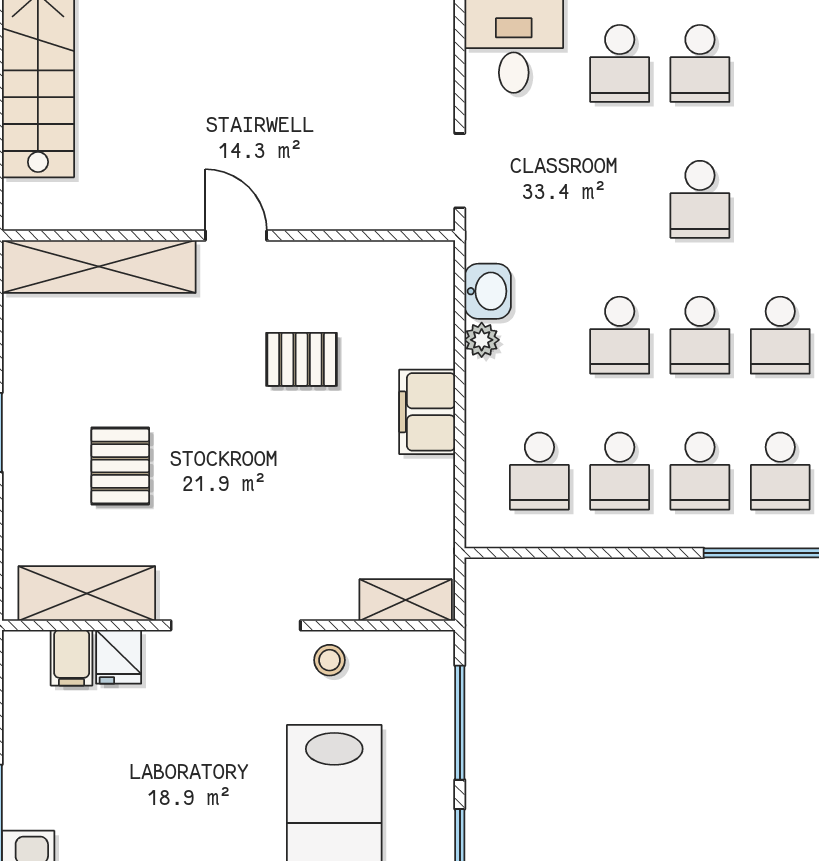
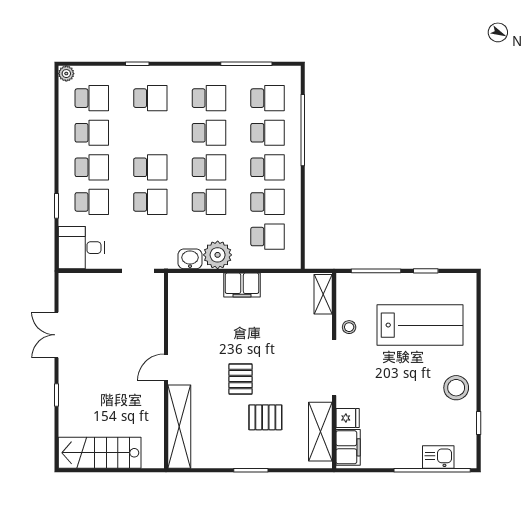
school desk: (780, 63) -> (92, 133), added
school desk: (620, 199) -> (150, 202), added
plant: (482, 340) -> (218, 255), width x1.88, depth x1.88
pallet: (302, 359) -> (240, 379), moved
filing cabinet: (72, 658) -> (348, 447), width x2.00

